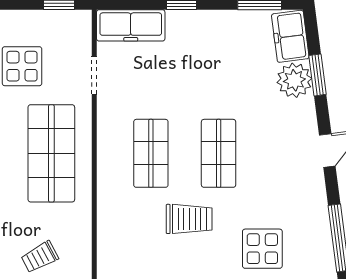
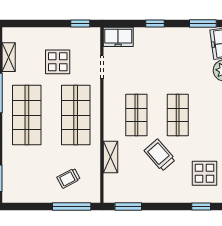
freezer: (131, 25) -> (118, 37), width x0.71
trolley: (189, 219) -> (160, 155), turned -131
shelving: (108, 222) -> (110, 157), added

